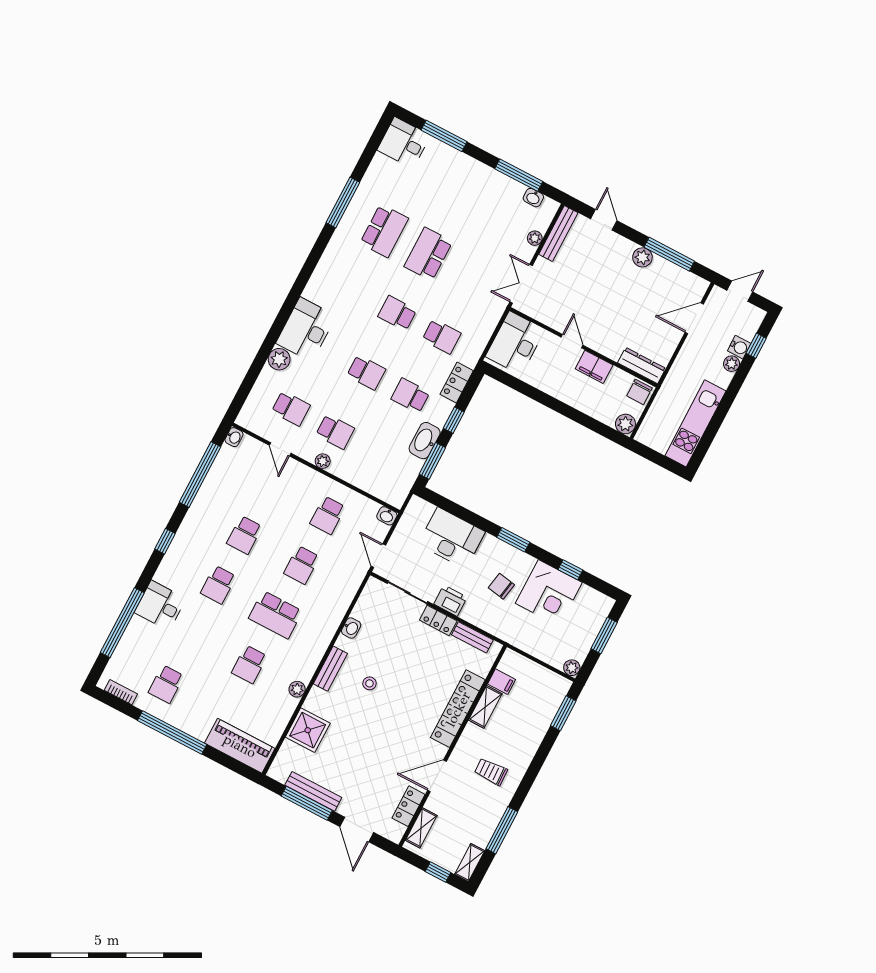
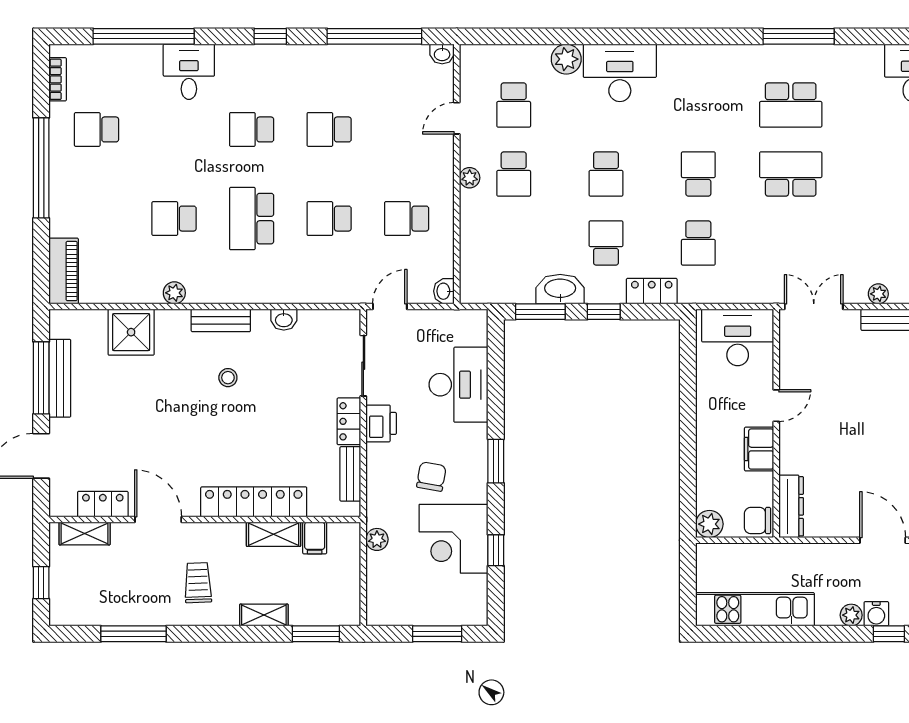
plant: (572, 668) -> (377, 539), moved
piano: (240, 746) -> (64, 271), width x0.73, depth x0.75
shelving: (470, 863) -> (264, 615), moved

